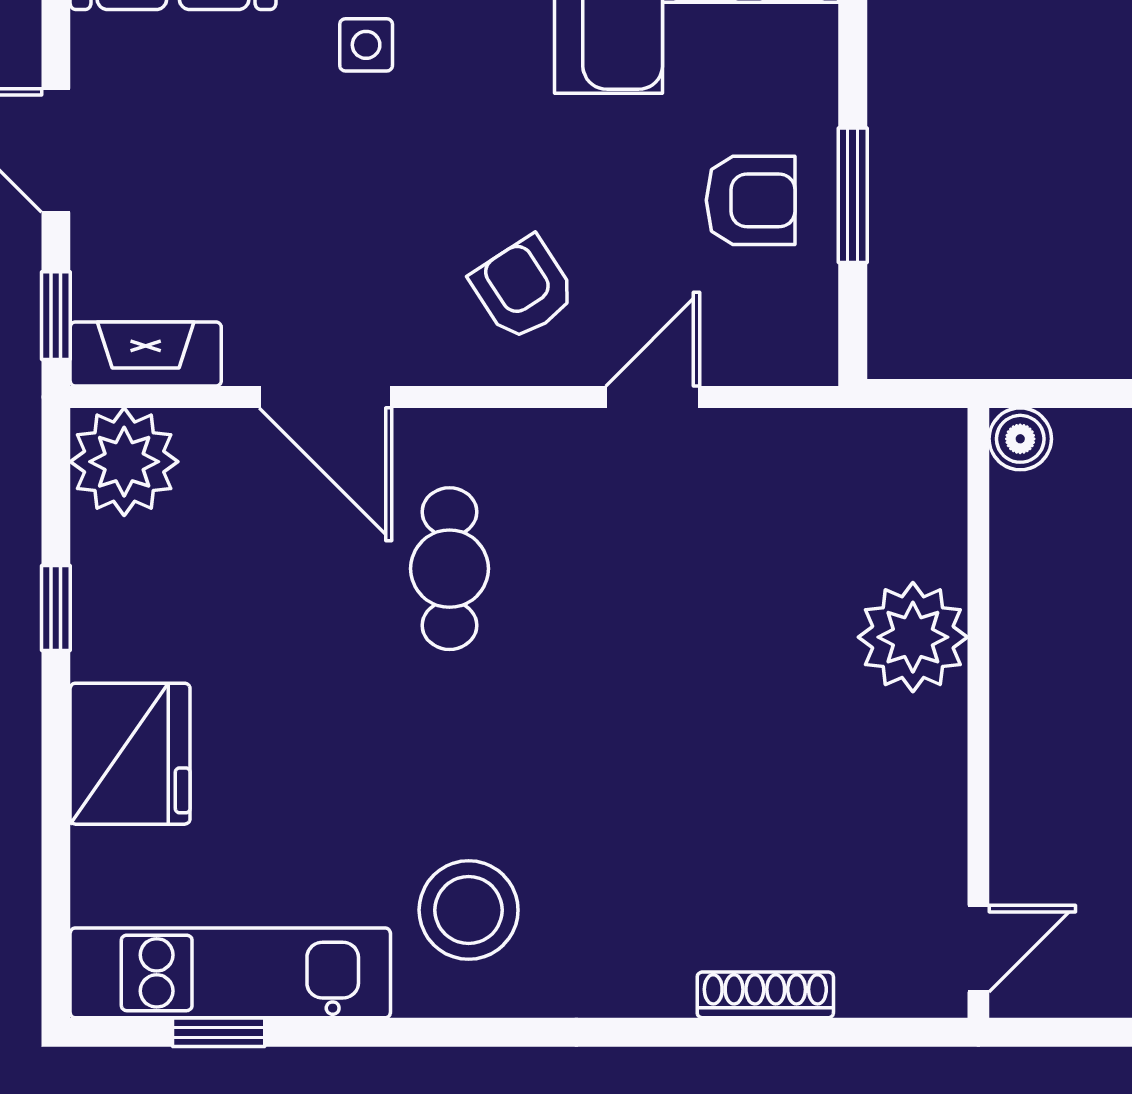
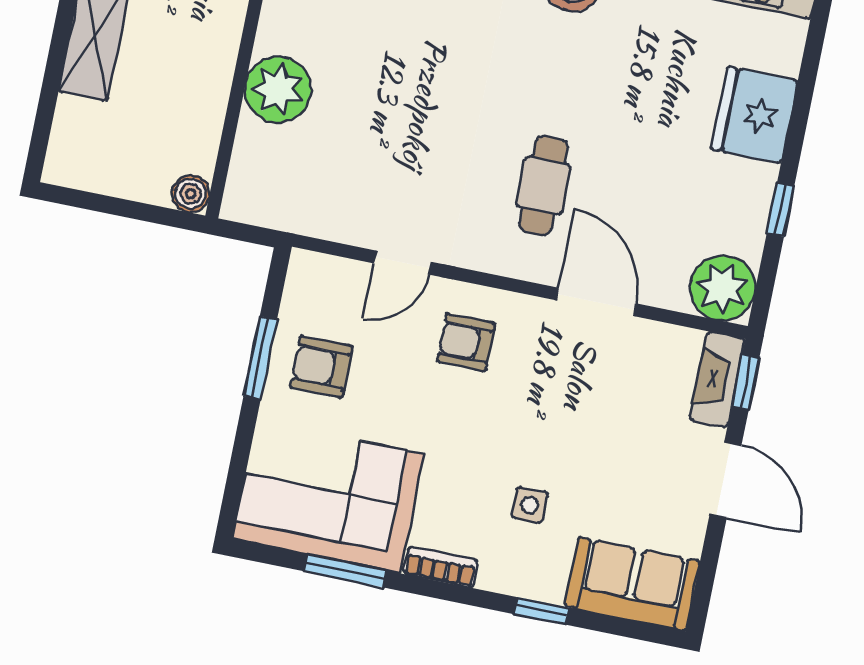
armchair: (523, 288) -> (466, 342), turned 123
fireplace: (146, 354) -> (717, 380), moved, turned 90

